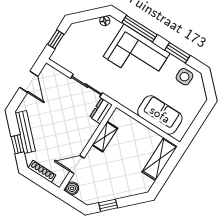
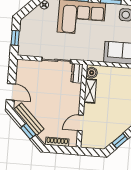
door: (29, 82) -> (11, 92), moved
boiler: (72, 188) -> (92, 73), moved

